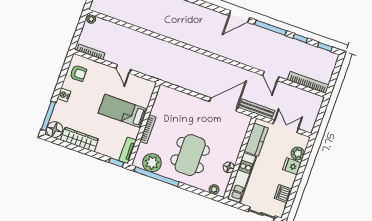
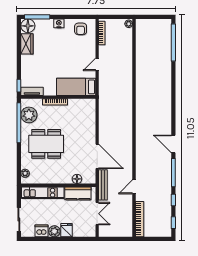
bed: (123, 111) -> (76, 87), moved, turned -90
wardrobe: (79, 139) -> (27, 44), width x0.67
plant: (298, 153) -> (54, 231), moved
floor lamp: (229, 167) -> (77, 179), moved

